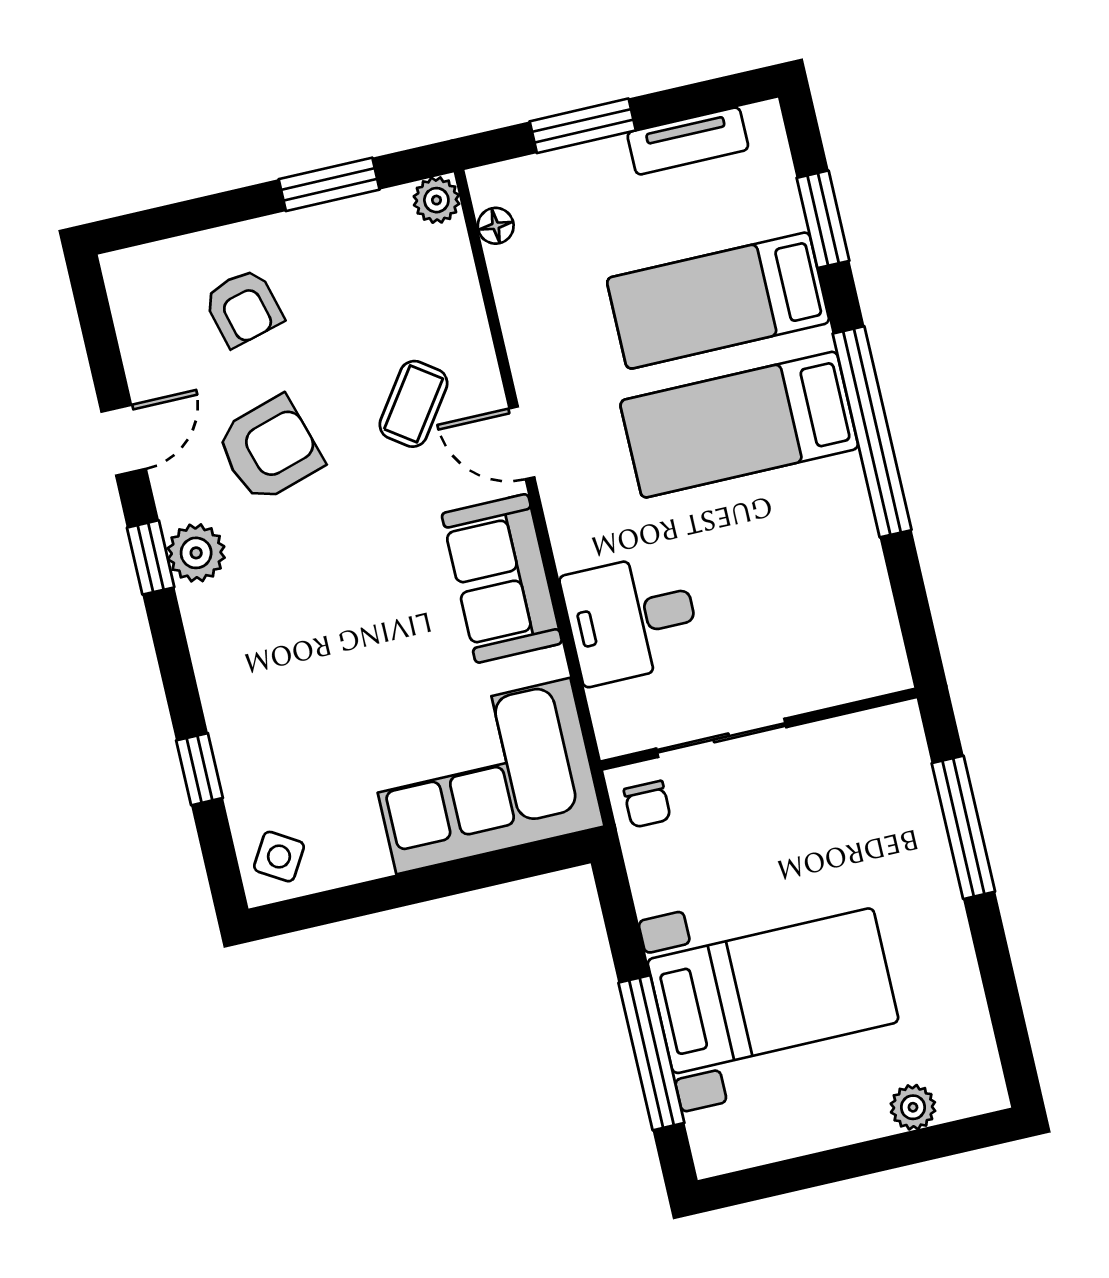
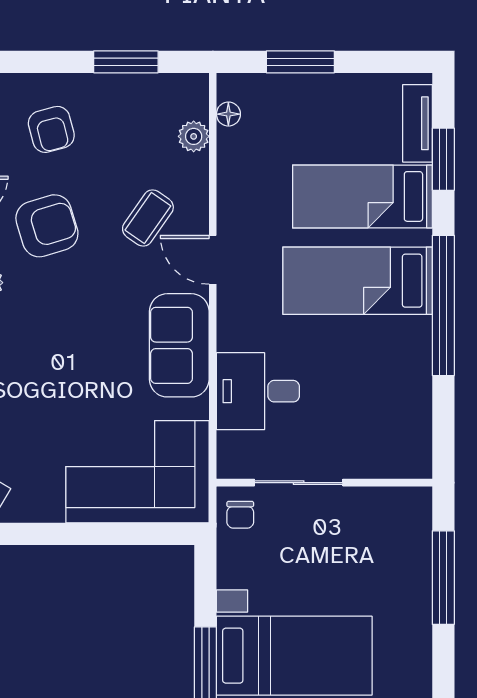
tv unit: (688, 141) -> (417, 123), moved, turned 90
plant: (436, 200) -> (194, 136), moved

